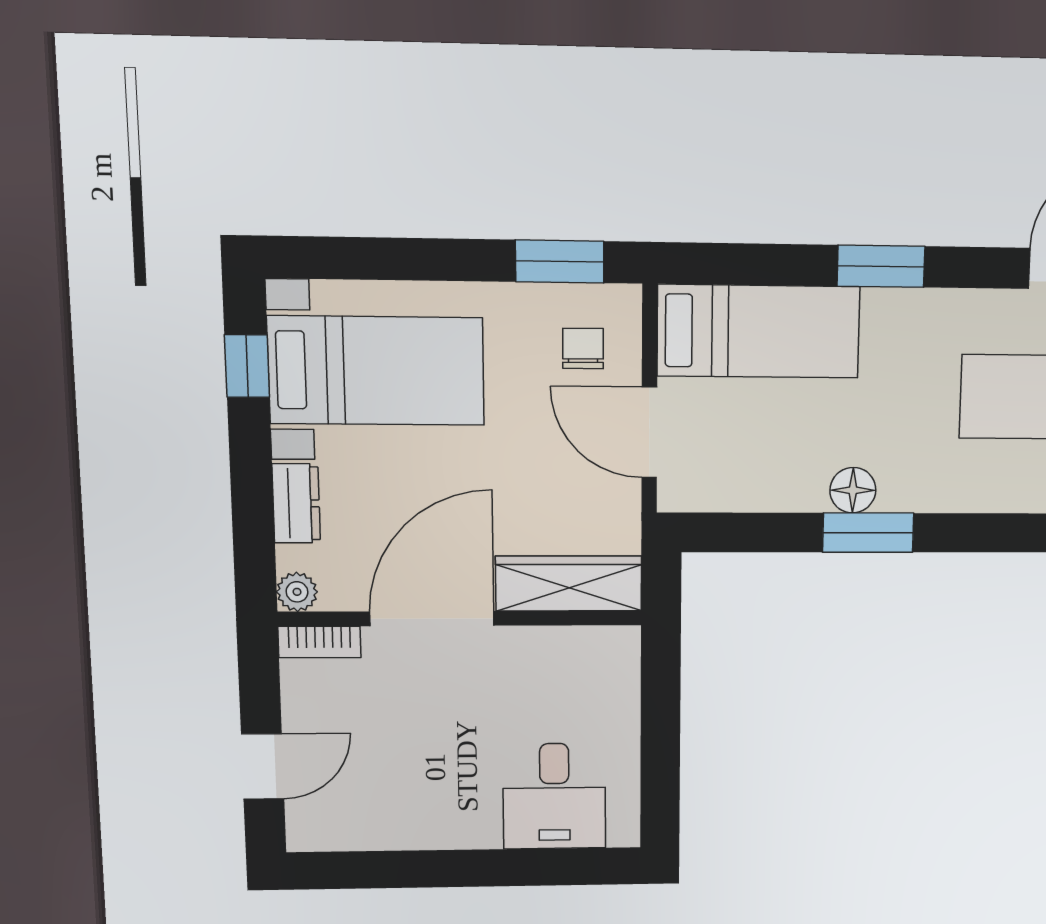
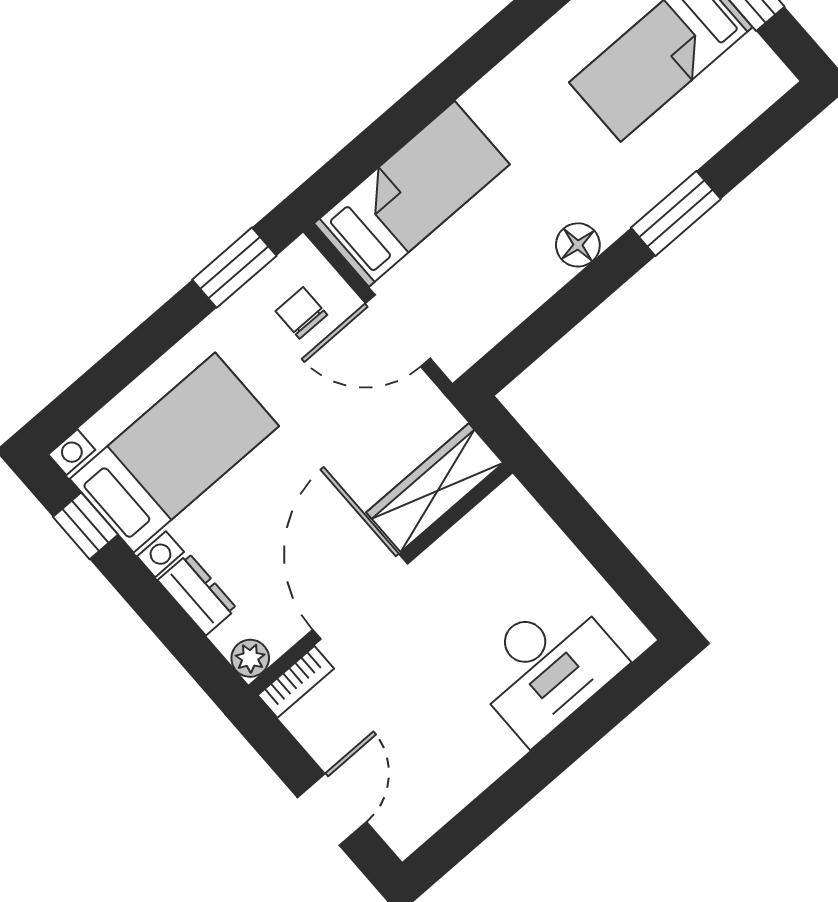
window: (881, 266) -> (457, 74), removed
window: (868, 533) -> (676, 213), moved
desk: (554, 796) -> (546, 667), width x1.37

